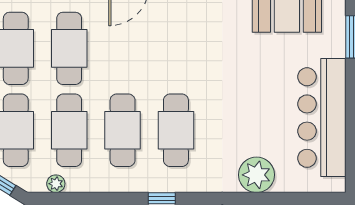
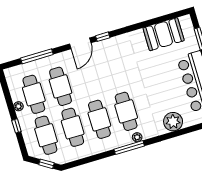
plant: (56, 184) -> (137, 137), moved
window: (162, 198) -> (129, 148), width x2.17

